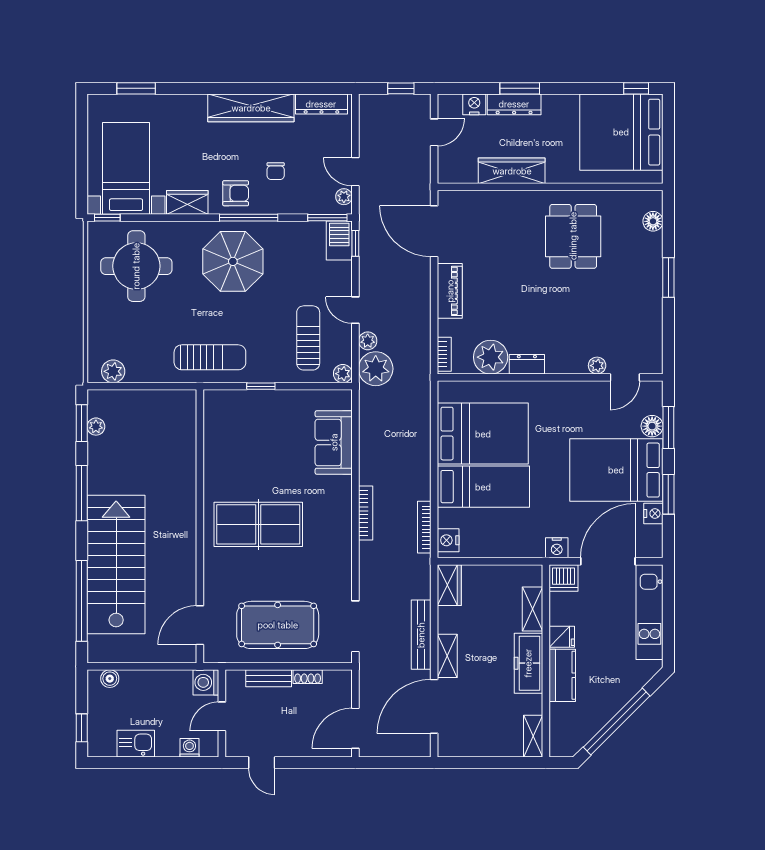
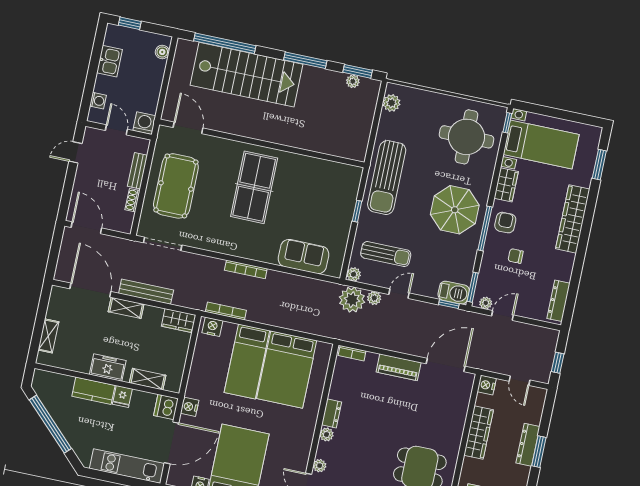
nightstand: (474, 104) -> (487, 385), moved, turned 180
wardrobe: (251, 108) -> (573, 219), moved
armchair: (236, 193) -> (505, 223), turned 180
sun lounger: (210, 357) -> (387, 178), width x1.36, depth x1.34
plant: (491, 357) -> (326, 434), moved, width x0.53, depth x0.53
door: (608, 561) -> (171, 443), hinge flipped
freezer: (528, 663) -> (108, 367), width x0.71
shelving: (533, 736) -> (48, 336), moved, turned 90

